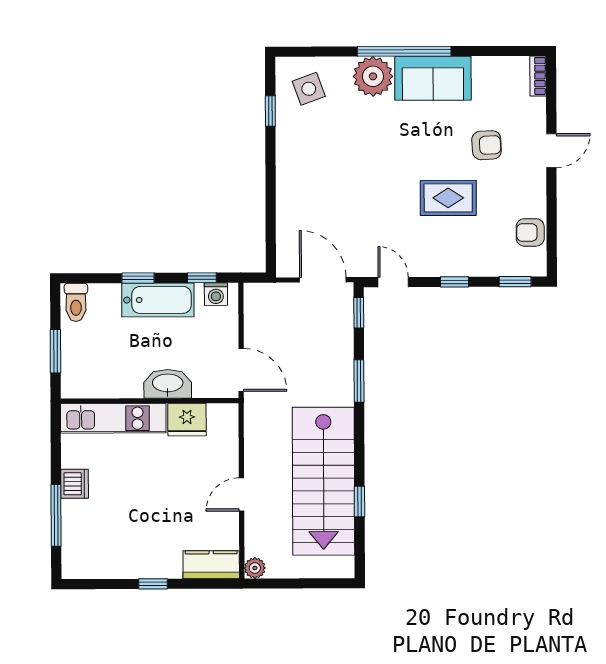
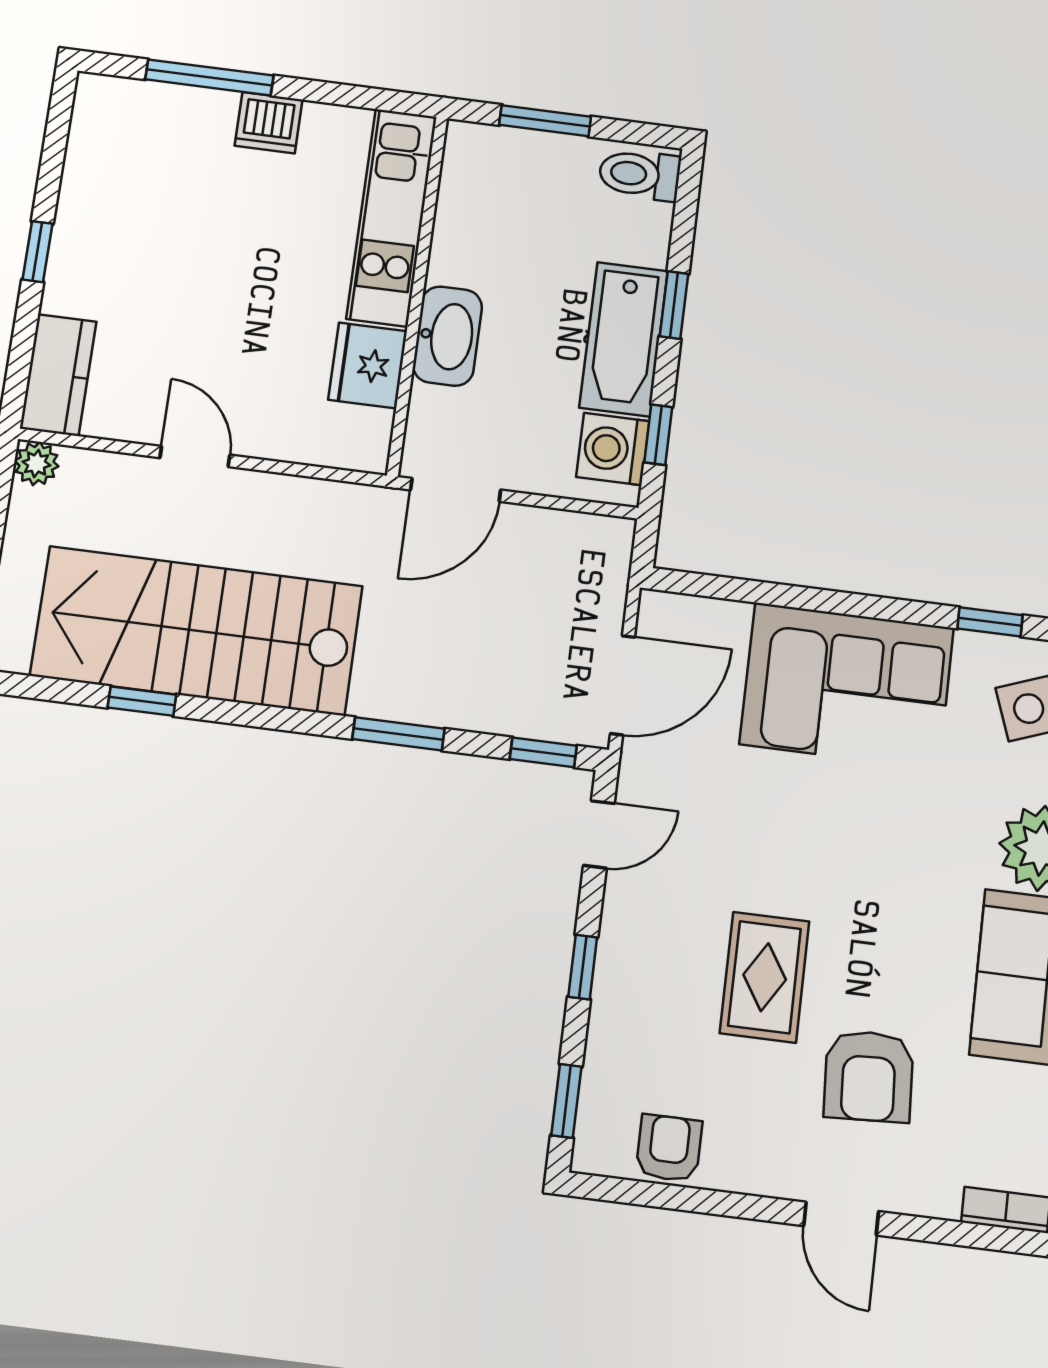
armchair: (487, 145) -> (869, 1076), width x1.38, depth x1.38
corner sofa: (309, 175) -> (847, 686), added
washing machine: (216, 294) -> (613, 449), width x1.38, depth x1.38

